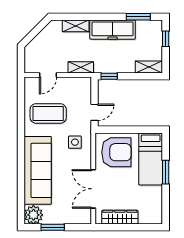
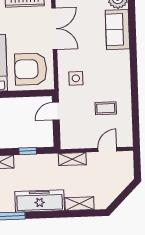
window: (109, 76) -> (28, 151), moved
coffee table: (48, 113) -> (106, 108), width x0.54, depth x0.58
sofa: (38, 170) -> (117, 30), width x0.54, depth x0.79

